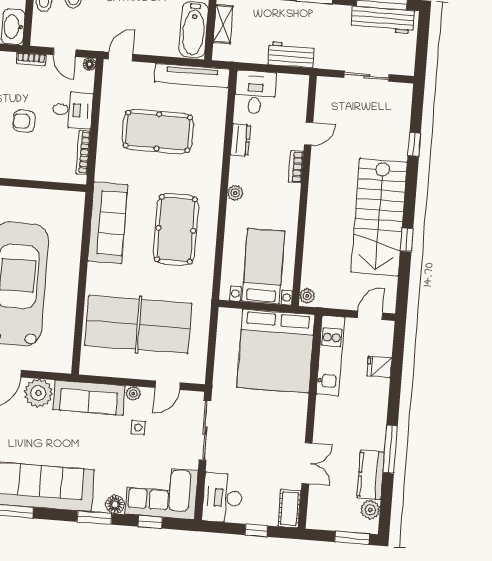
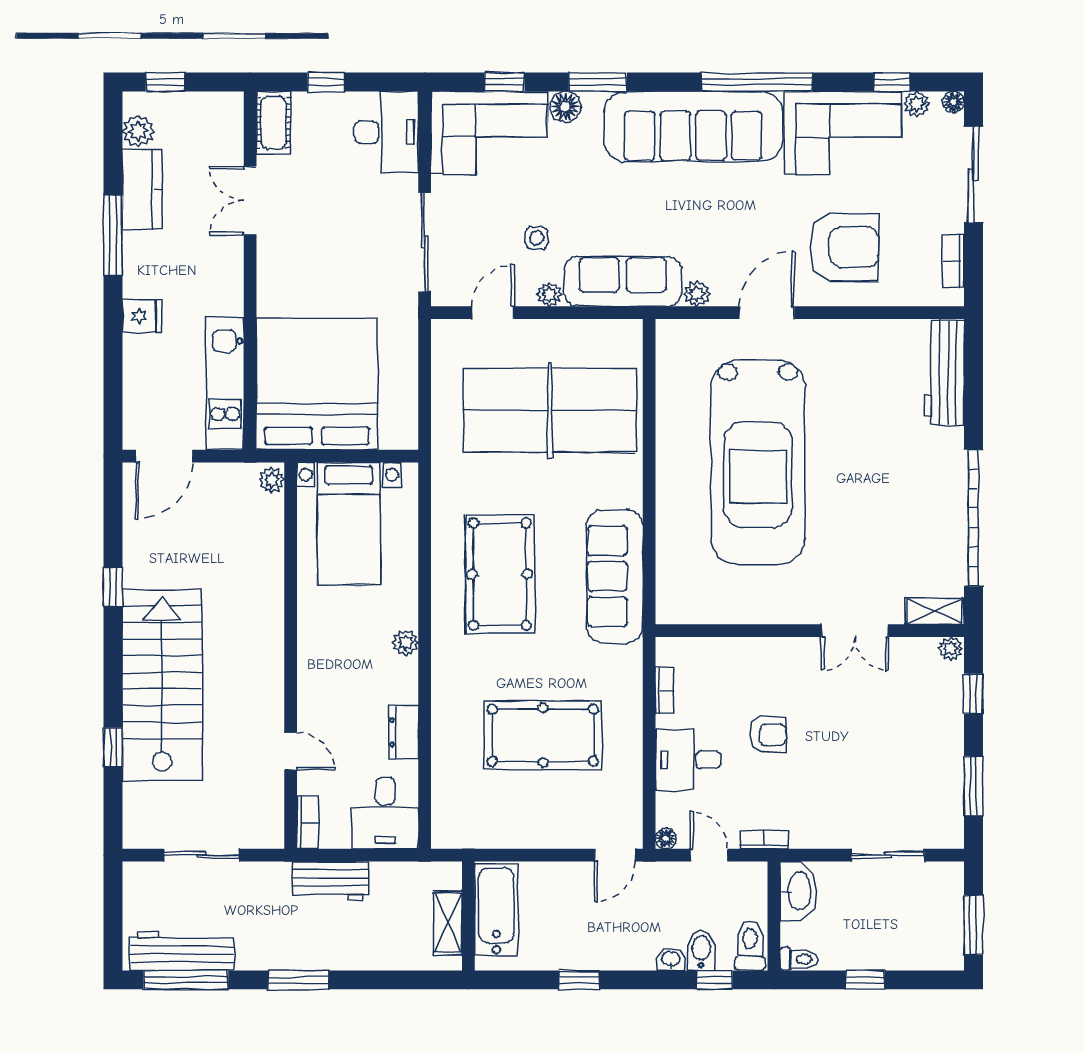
tv unit: (192, 76) -> (493, 833), removed
door: (309, 134) -> (291, 751), swing flipped
bookcase: (83, 152) -> (665, 691), width x0.64
bookcase: (296, 167) -> (307, 822), moved
stairs: (379, 217) -> (162, 685), moved
door: (370, 315) -> (164, 456), width x1.38
fridge: (379, 367) -> (142, 316), moved
plant: (38, 393) -> (697, 294), width x0.53, depth x0.53
window: (352, 538) -> (165, 82), width x0.67

